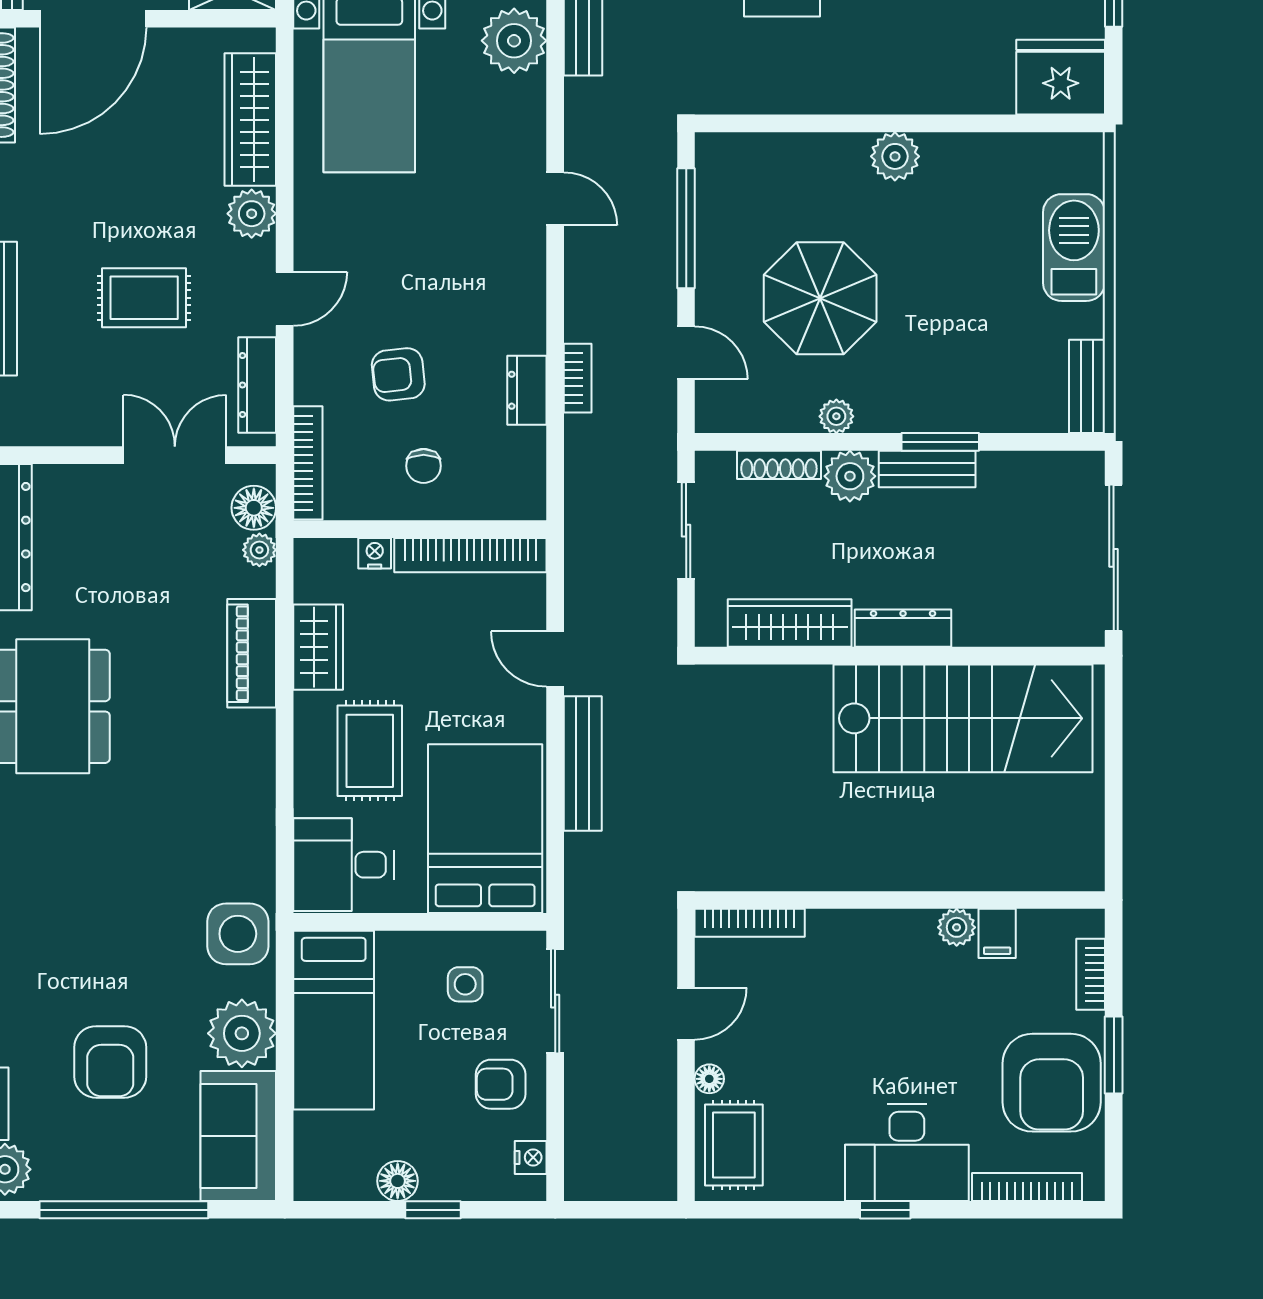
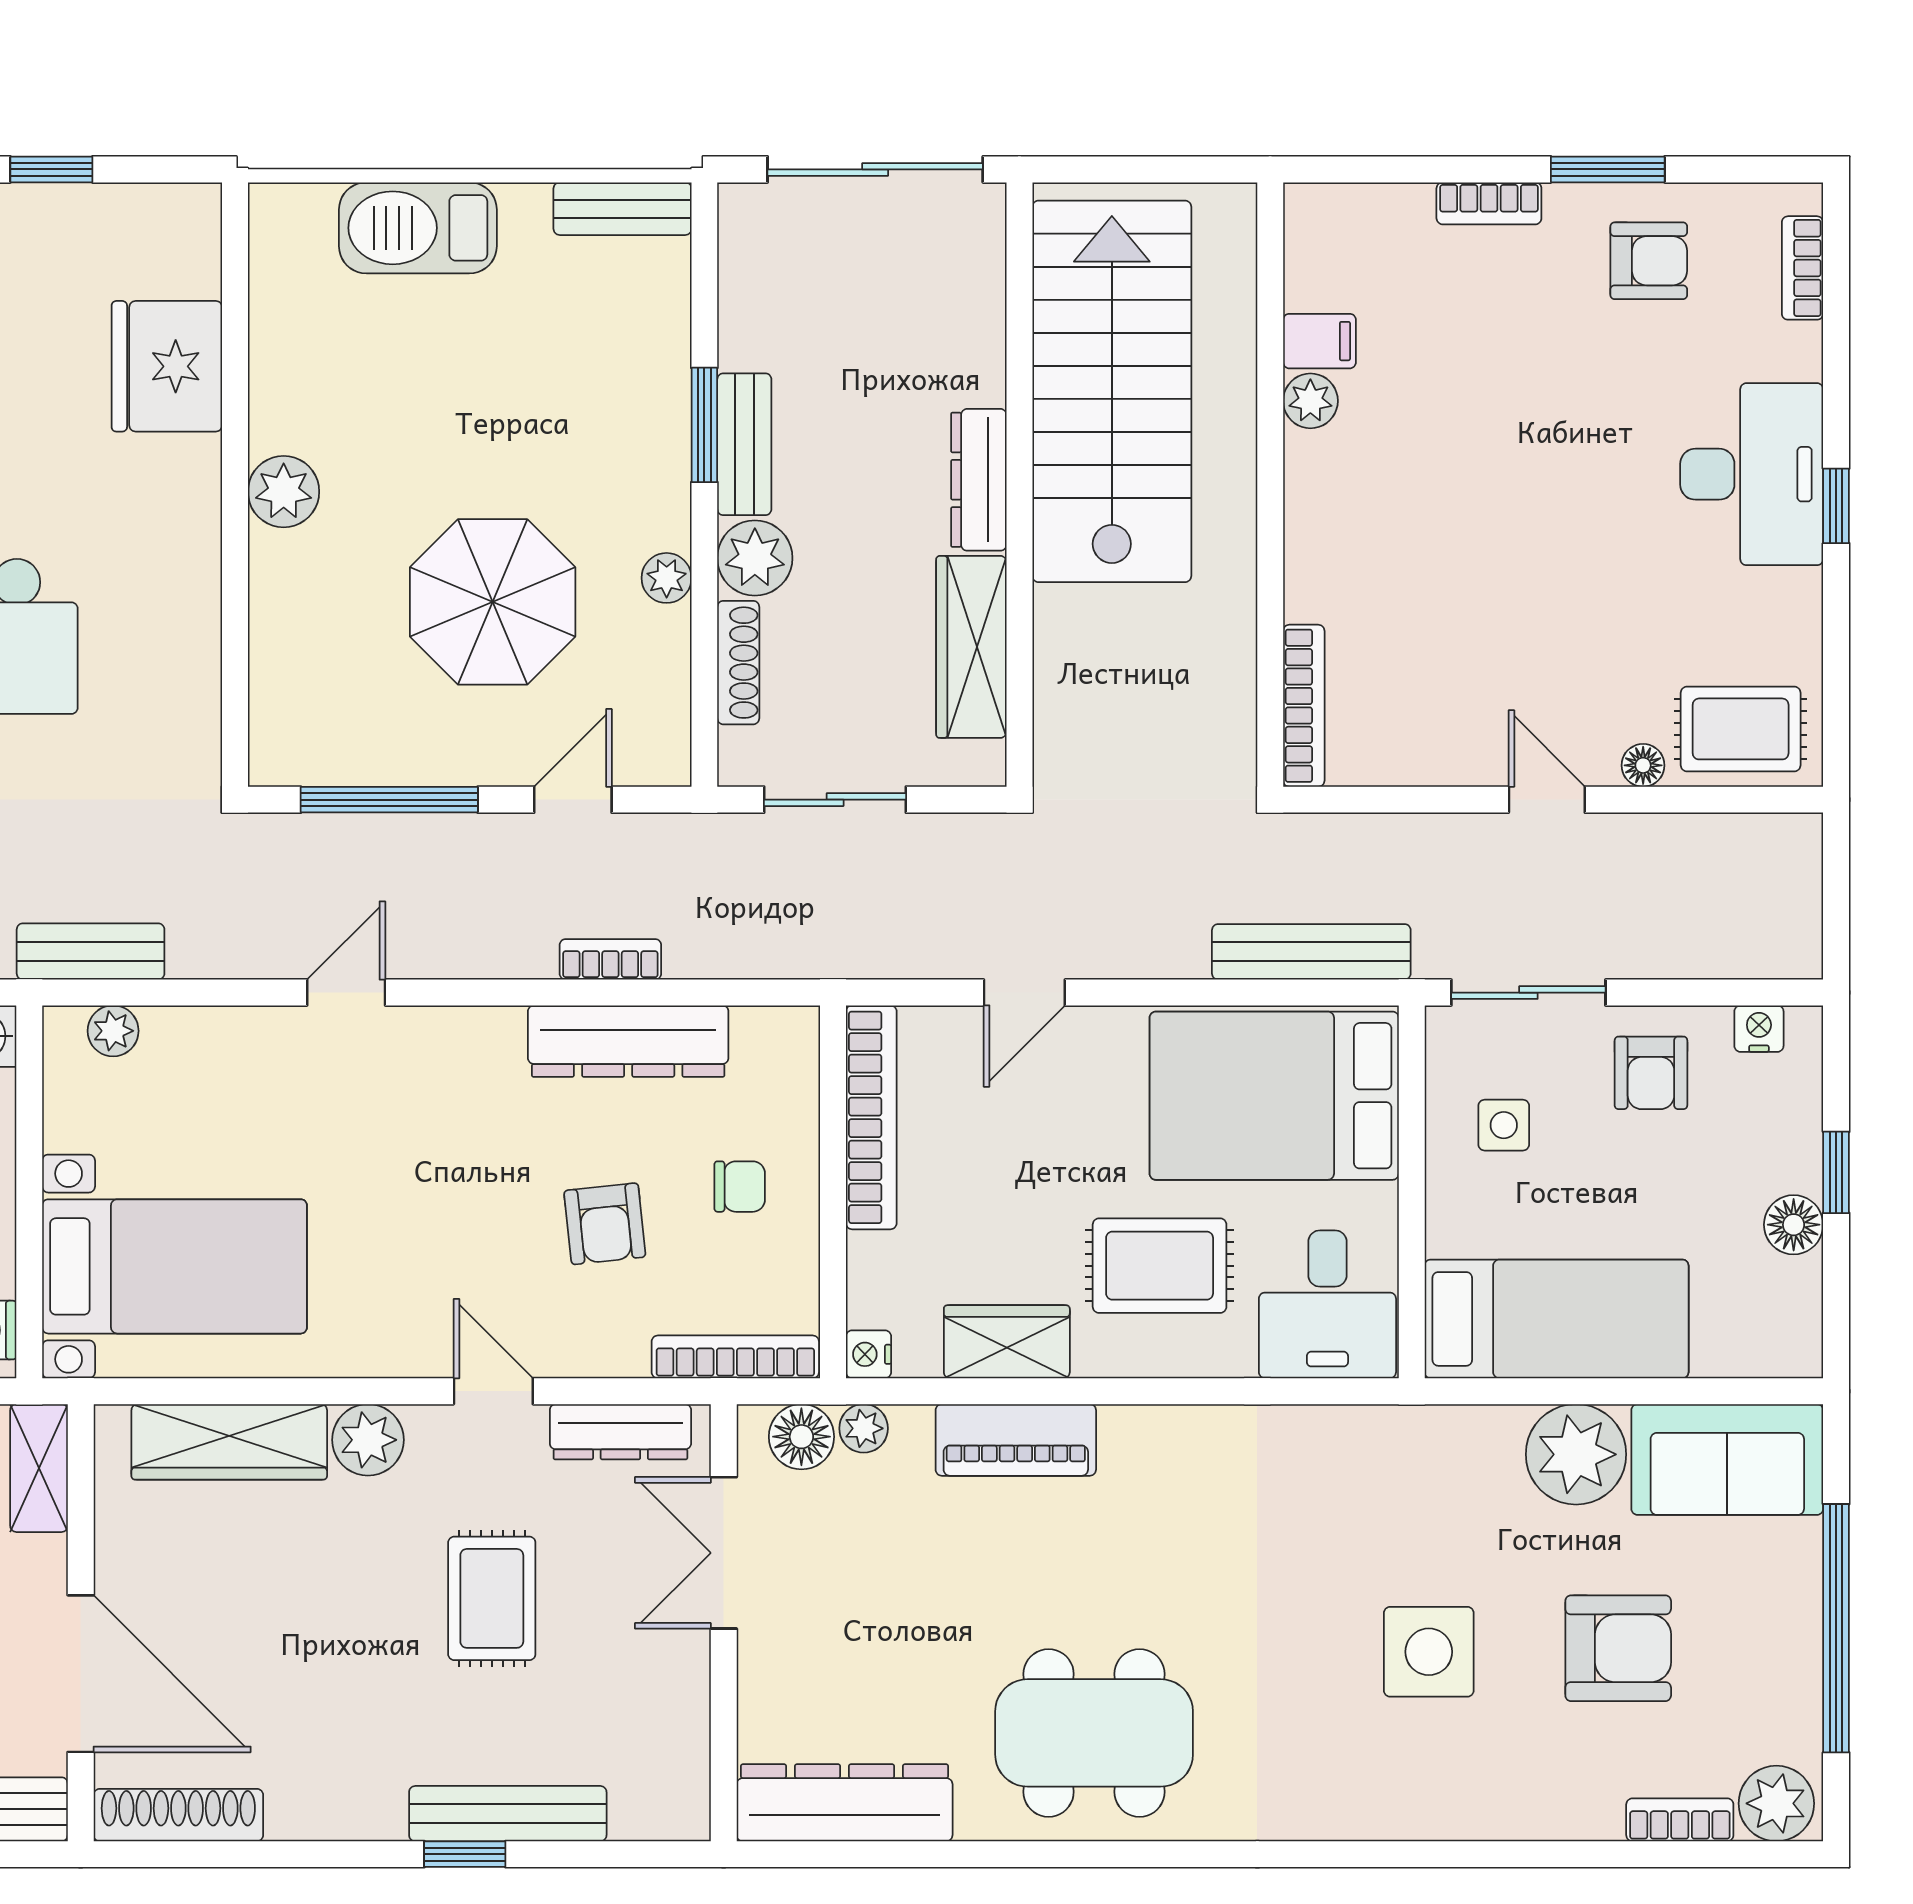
plant: (514, 41) -> (113, 1031), width x0.53, depth x0.53
fridge: (1061, 77) -> (167, 366), moved
dresser: (527, 390) -> (628, 1041), width x1.96, depth x1.24
nightstand: (375, 553) -> (868, 1354), moved
bench: (583, 763) -> (1311, 952), moved
wall: (900, 900) -> (1270, 485), moved
bookcase: (750, 923) -> (1304, 706), moved
plant: (957, 927) -> (1310, 401), moved
filing cabinet: (997, 933) -> (1319, 341), moved
side table: (238, 934) -> (1429, 1652), moved
armchair: (1052, 1083) -> (1649, 261), width x0.53, depth x0.53
bookcase: (1027, 1187) -> (1802, 268), width x0.64

